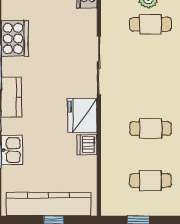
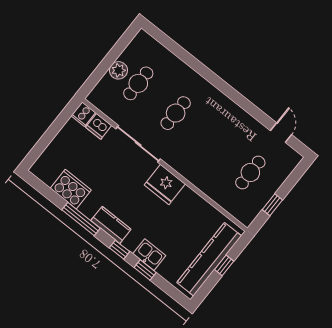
cafe table: (151, 128) -> (176, 113), moved
dishwasher: (87, 145) -> (99, 126), moved

